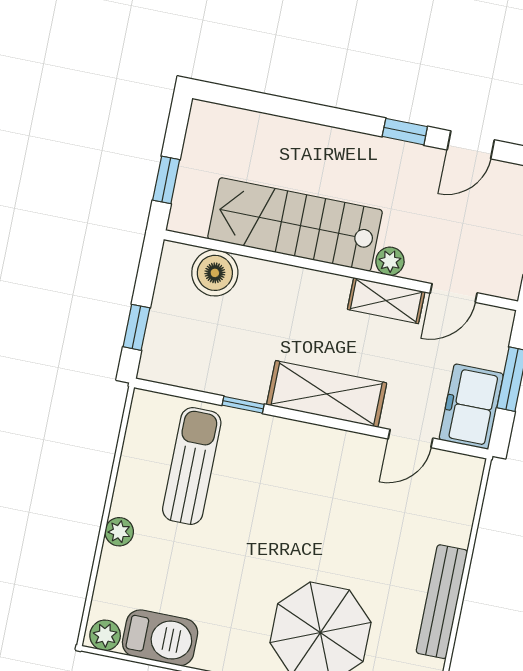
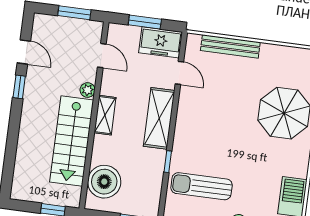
boiler: (215, 273) -> (104, 182), width x1.37, depth x1.37
shelving: (386, 301) -> (105, 115), moved
bench: (442, 602) -> (230, 46), moved

